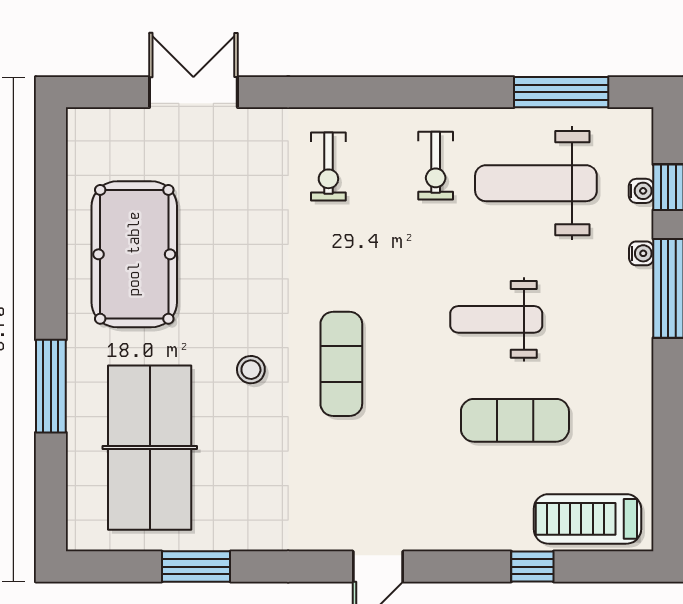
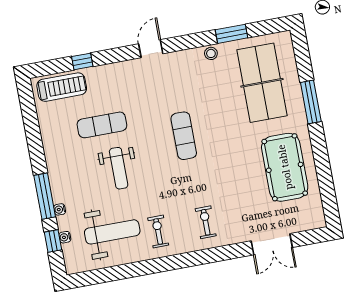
window: (561, 92) -> (109, 274), removed
weight bench: (496, 319) -> (119, 168), turned 90
stool: (251, 370) -> (211, 53), moved

